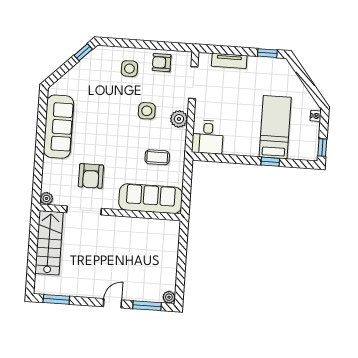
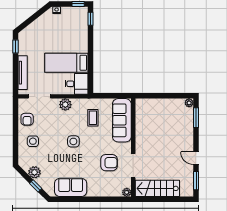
window: (83, 52) -> (36, 186), moved
tv unit: (229, 61) -> (23, 73), width x1.41
plant: (85, 68) -> (34, 172), added
side table: (147, 111) -> (73, 141), moved
sofa: (59, 127) -> (71, 187), width x0.73
bed: (275, 127) -> (66, 63), moved
window: (270, 162) -> (90, 19), moved
door: (113, 303) -> (196, 158), moved

